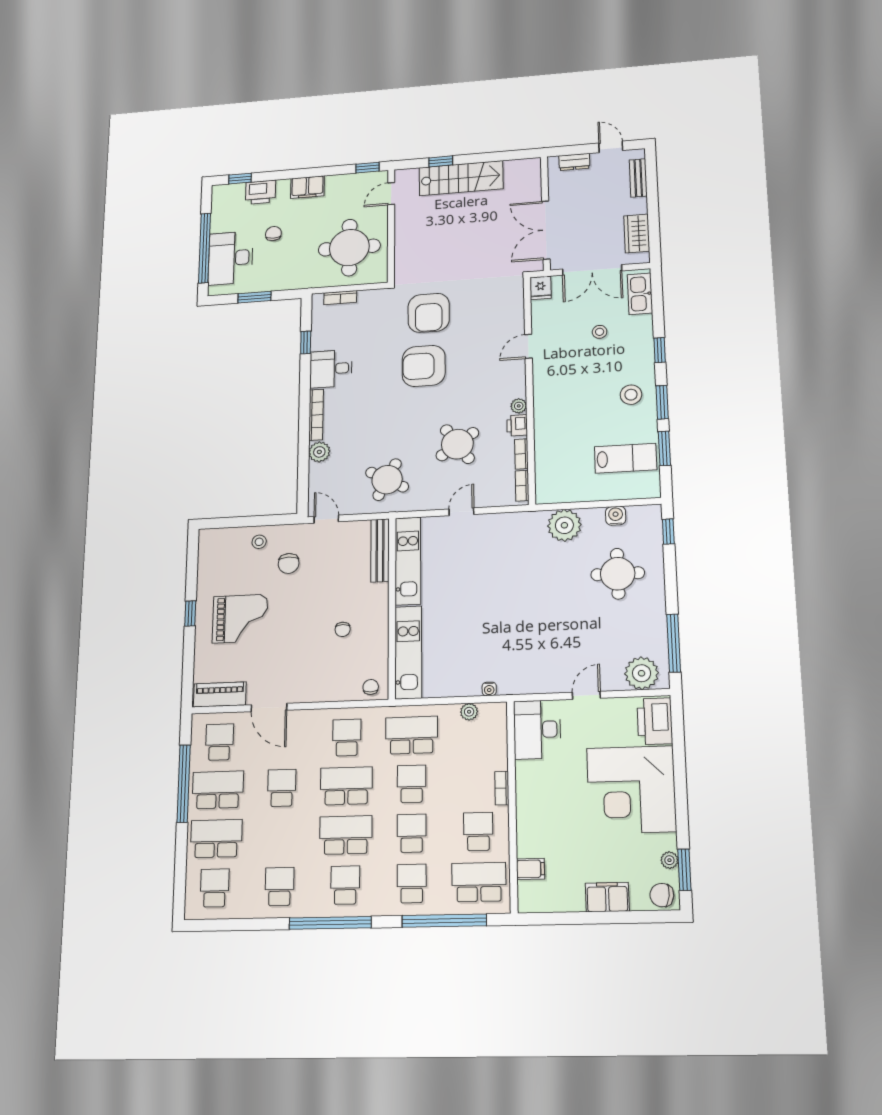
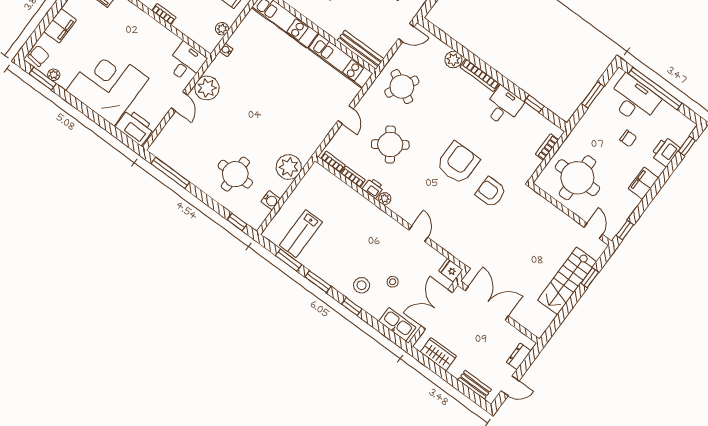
armchair: (429, 313) -> (491, 192), width x0.73, depth x0.73
stool: (631, 395) -> (362, 285), moved
plant: (642, 673) -> (207, 88), moved
desk: (537, 729) -> (186, 62), width x0.73

